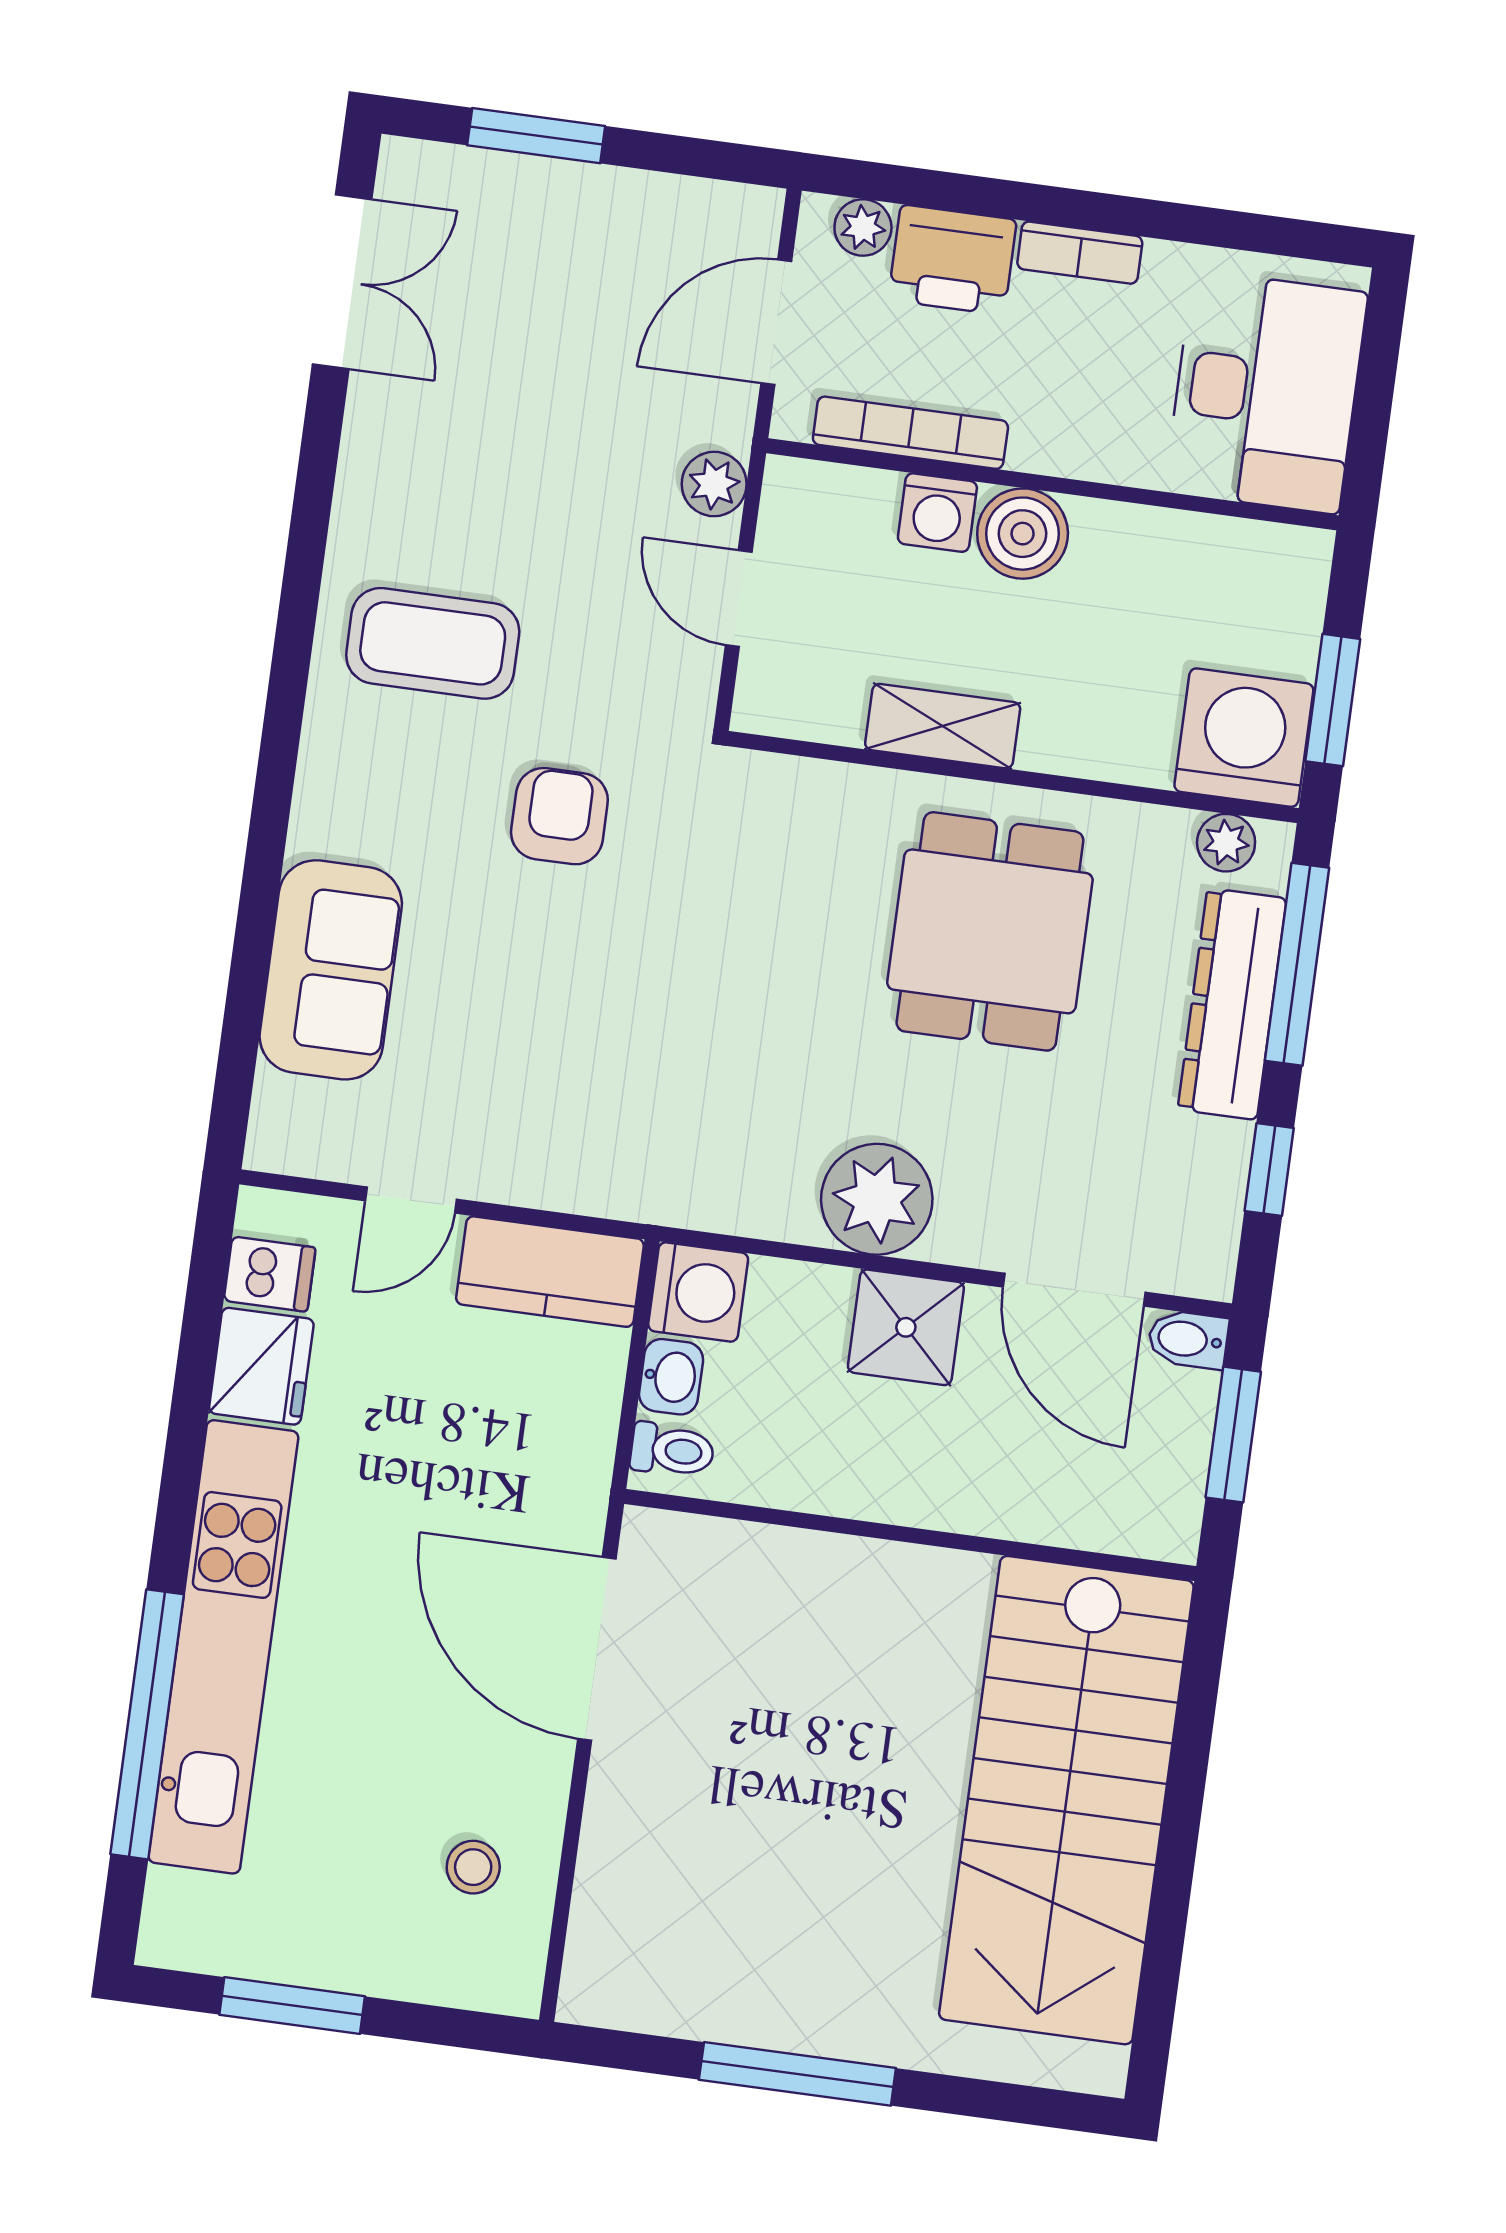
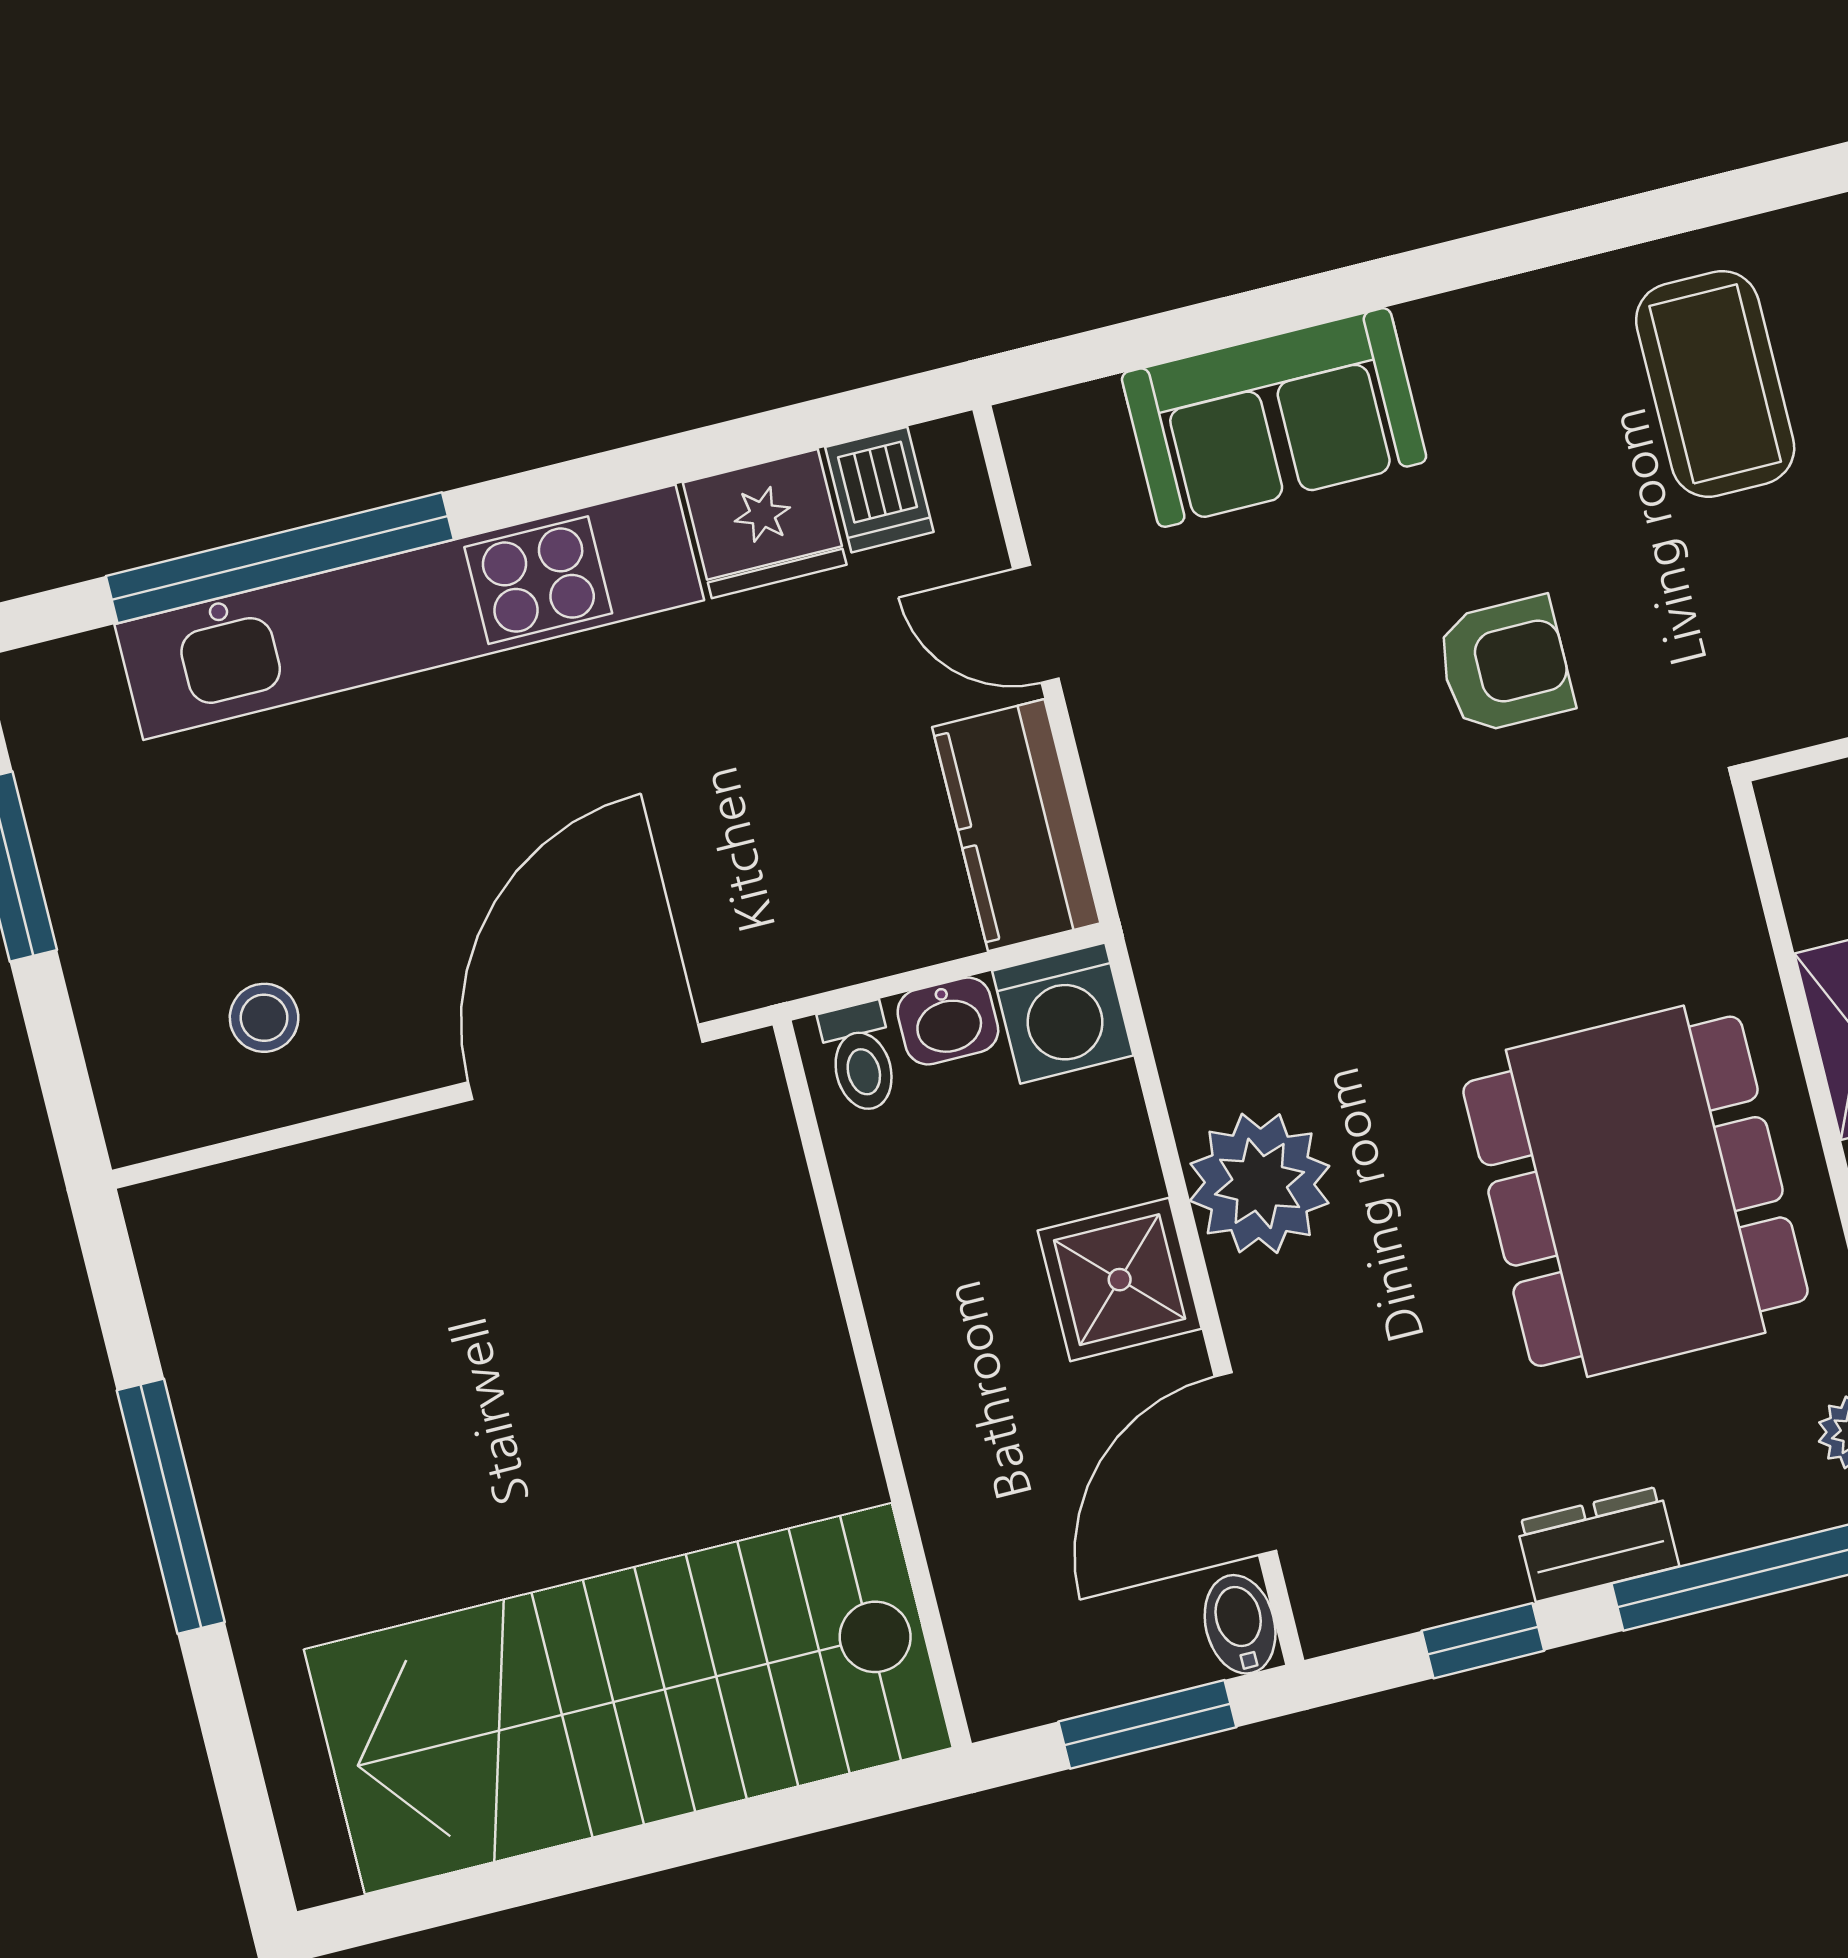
armchair: (559, 816) -> (1505, 665), moved
dining table: (990, 931) -> (1636, 1191), width x1.38
dresser: (1232, 1004) -> (1598, 1544), width x0.51, depth x0.80

